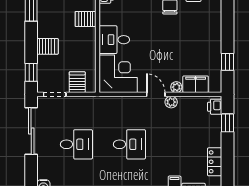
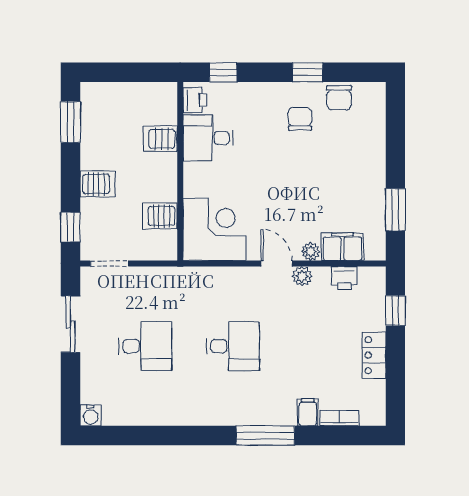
desk: (114, 40) -> (208, 138), moved
window: (228, 62) -> (395, 210), width x1.50
server rack: (77, 82) -> (160, 216), moved, turned -90
printer: (215, 107) -> (344, 278), moved, turned -90
sliding door: (31, 131) -> (70, 324), width x0.73
locker: (215, 162) -> (374, 355), moved

